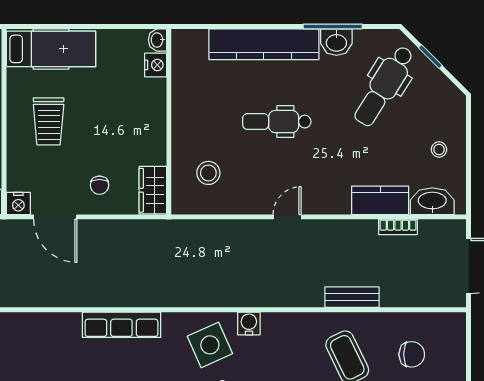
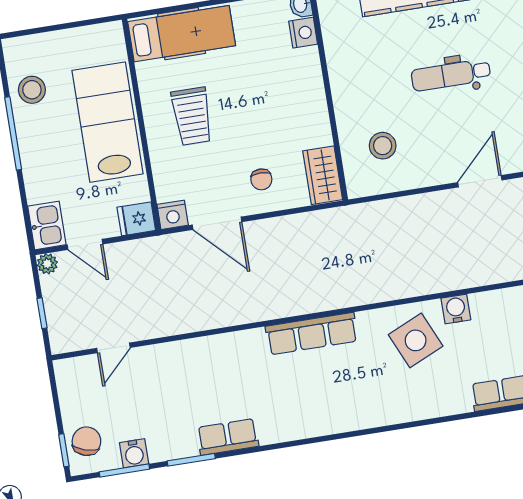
door: (287, 217) -> (480, 181), width x1.37

